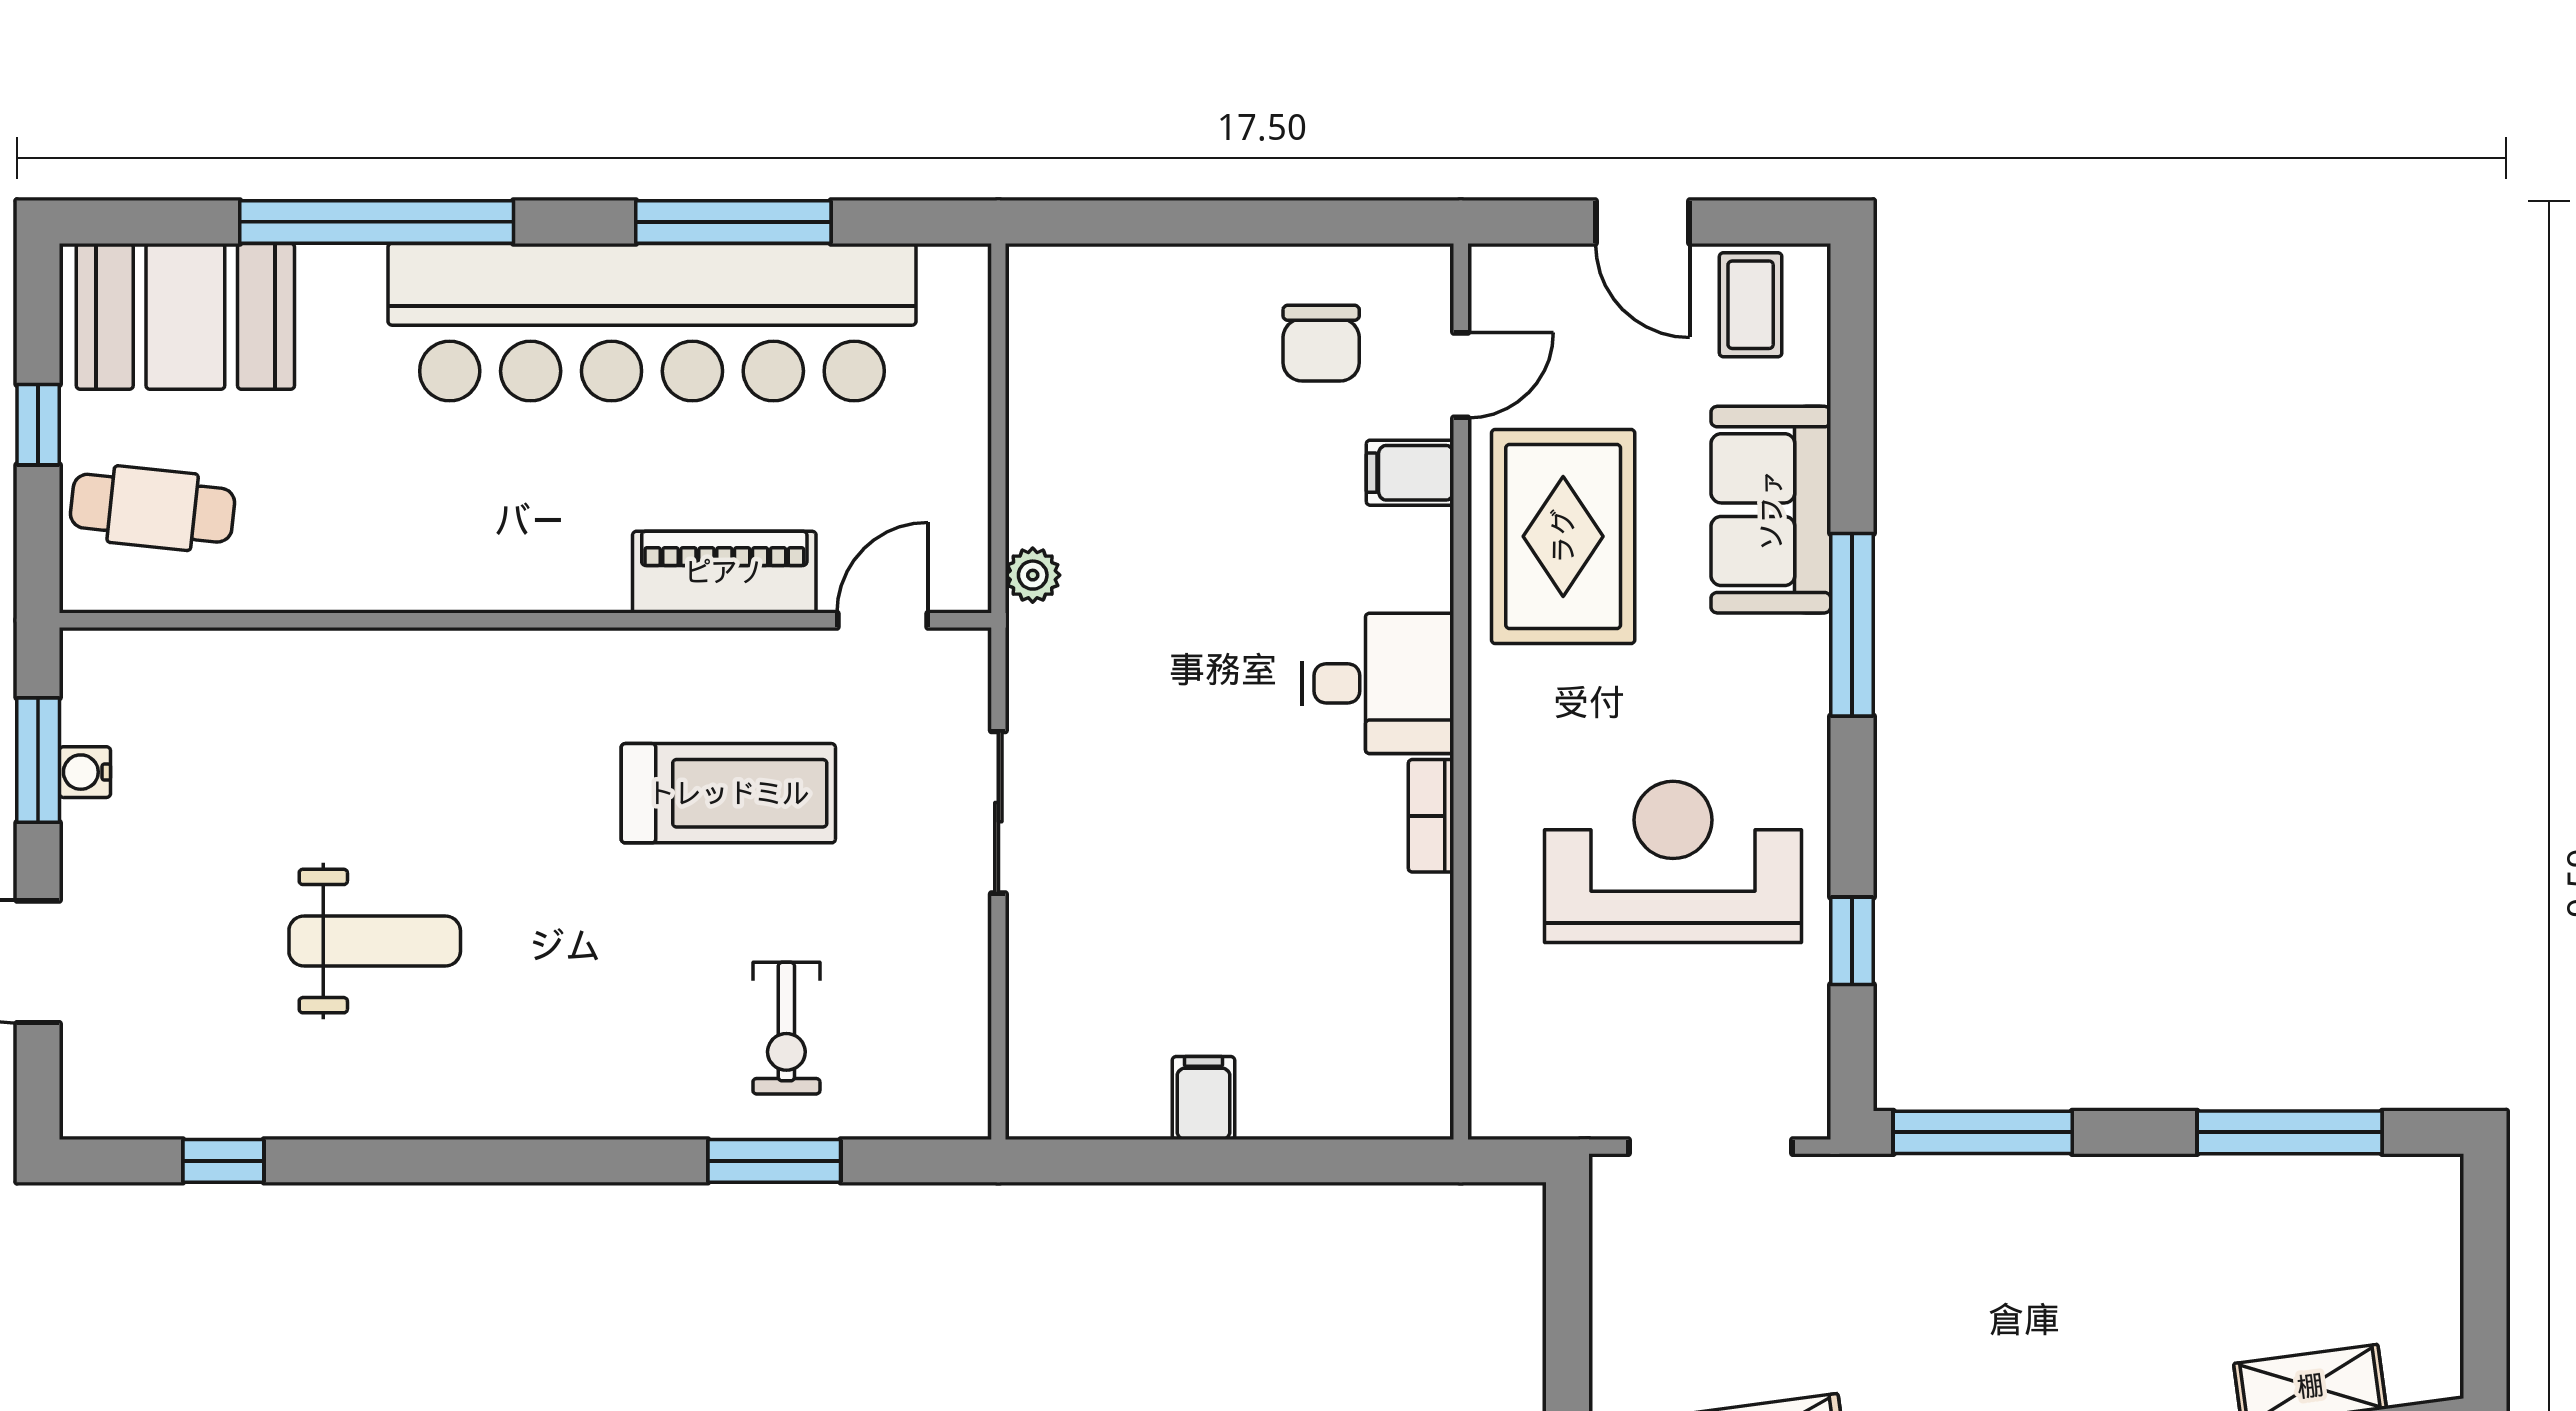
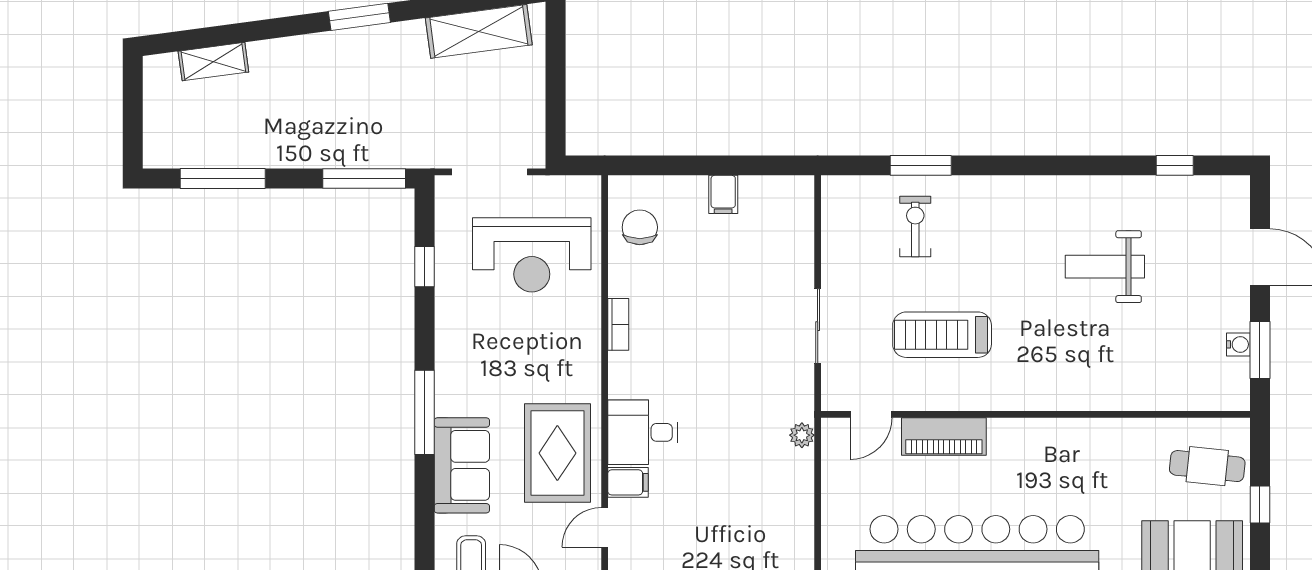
chair: (1321, 343) -> (640, 227), moved
desk: (1378, 683) -> (643, 432), moved
reception desk: (1673, 862) -> (532, 255), moved

